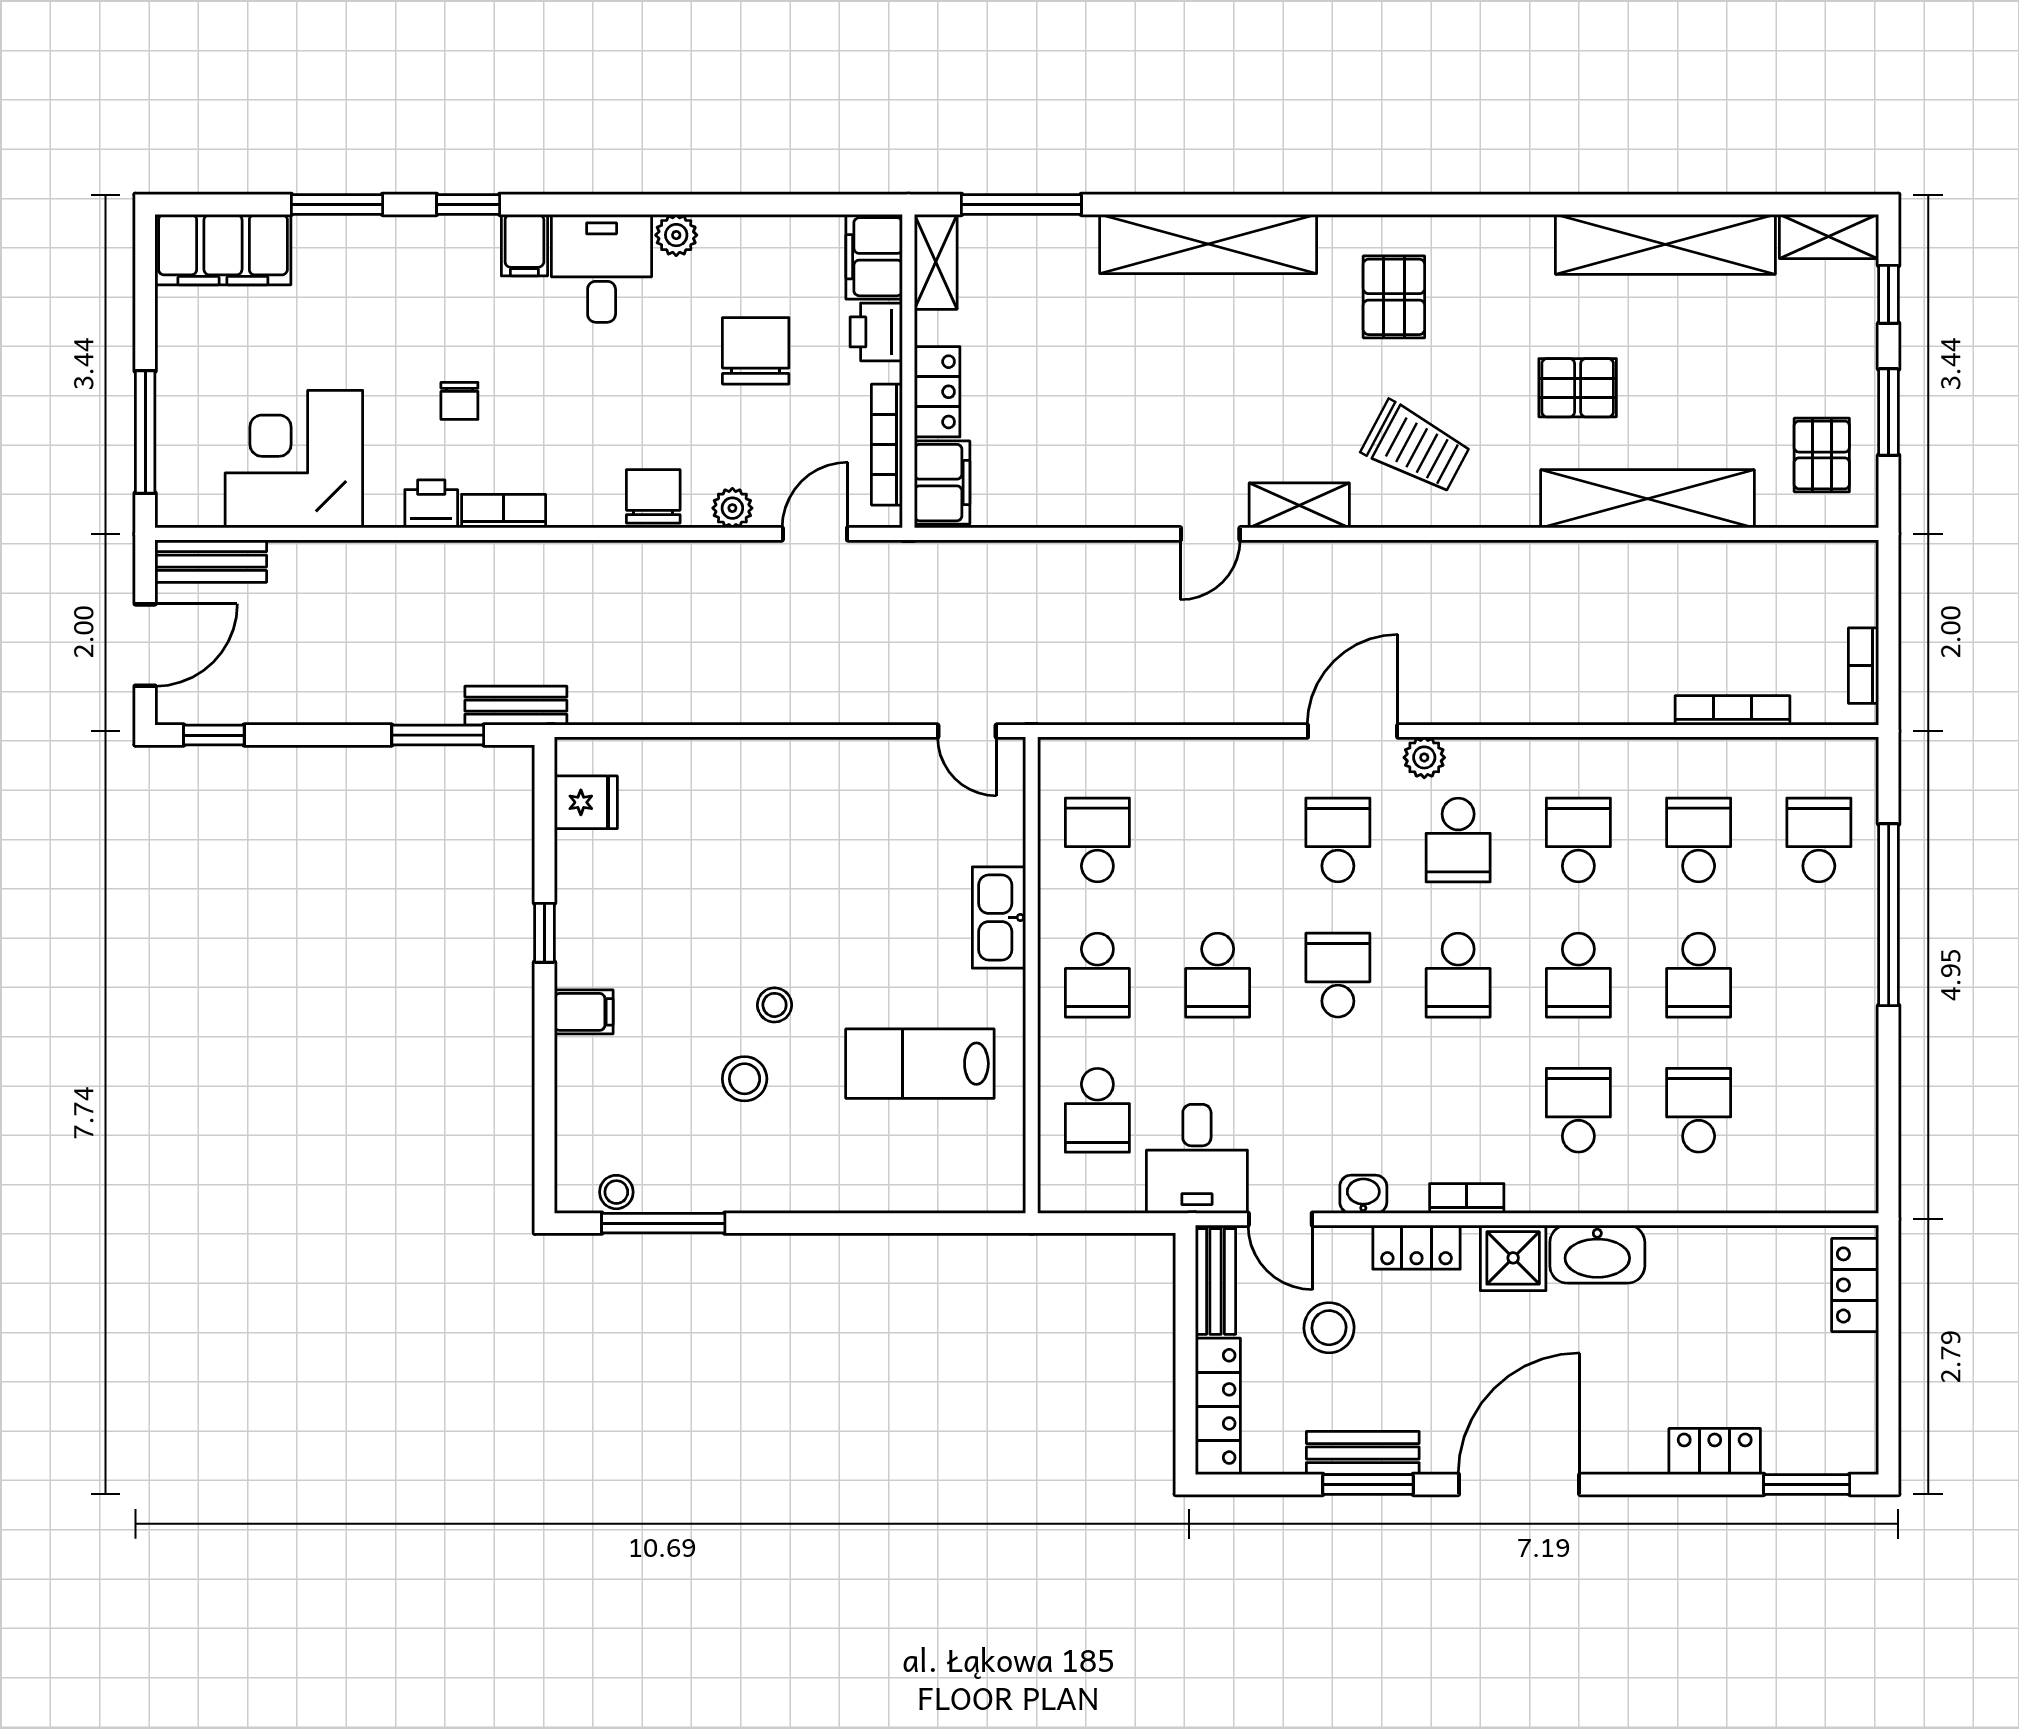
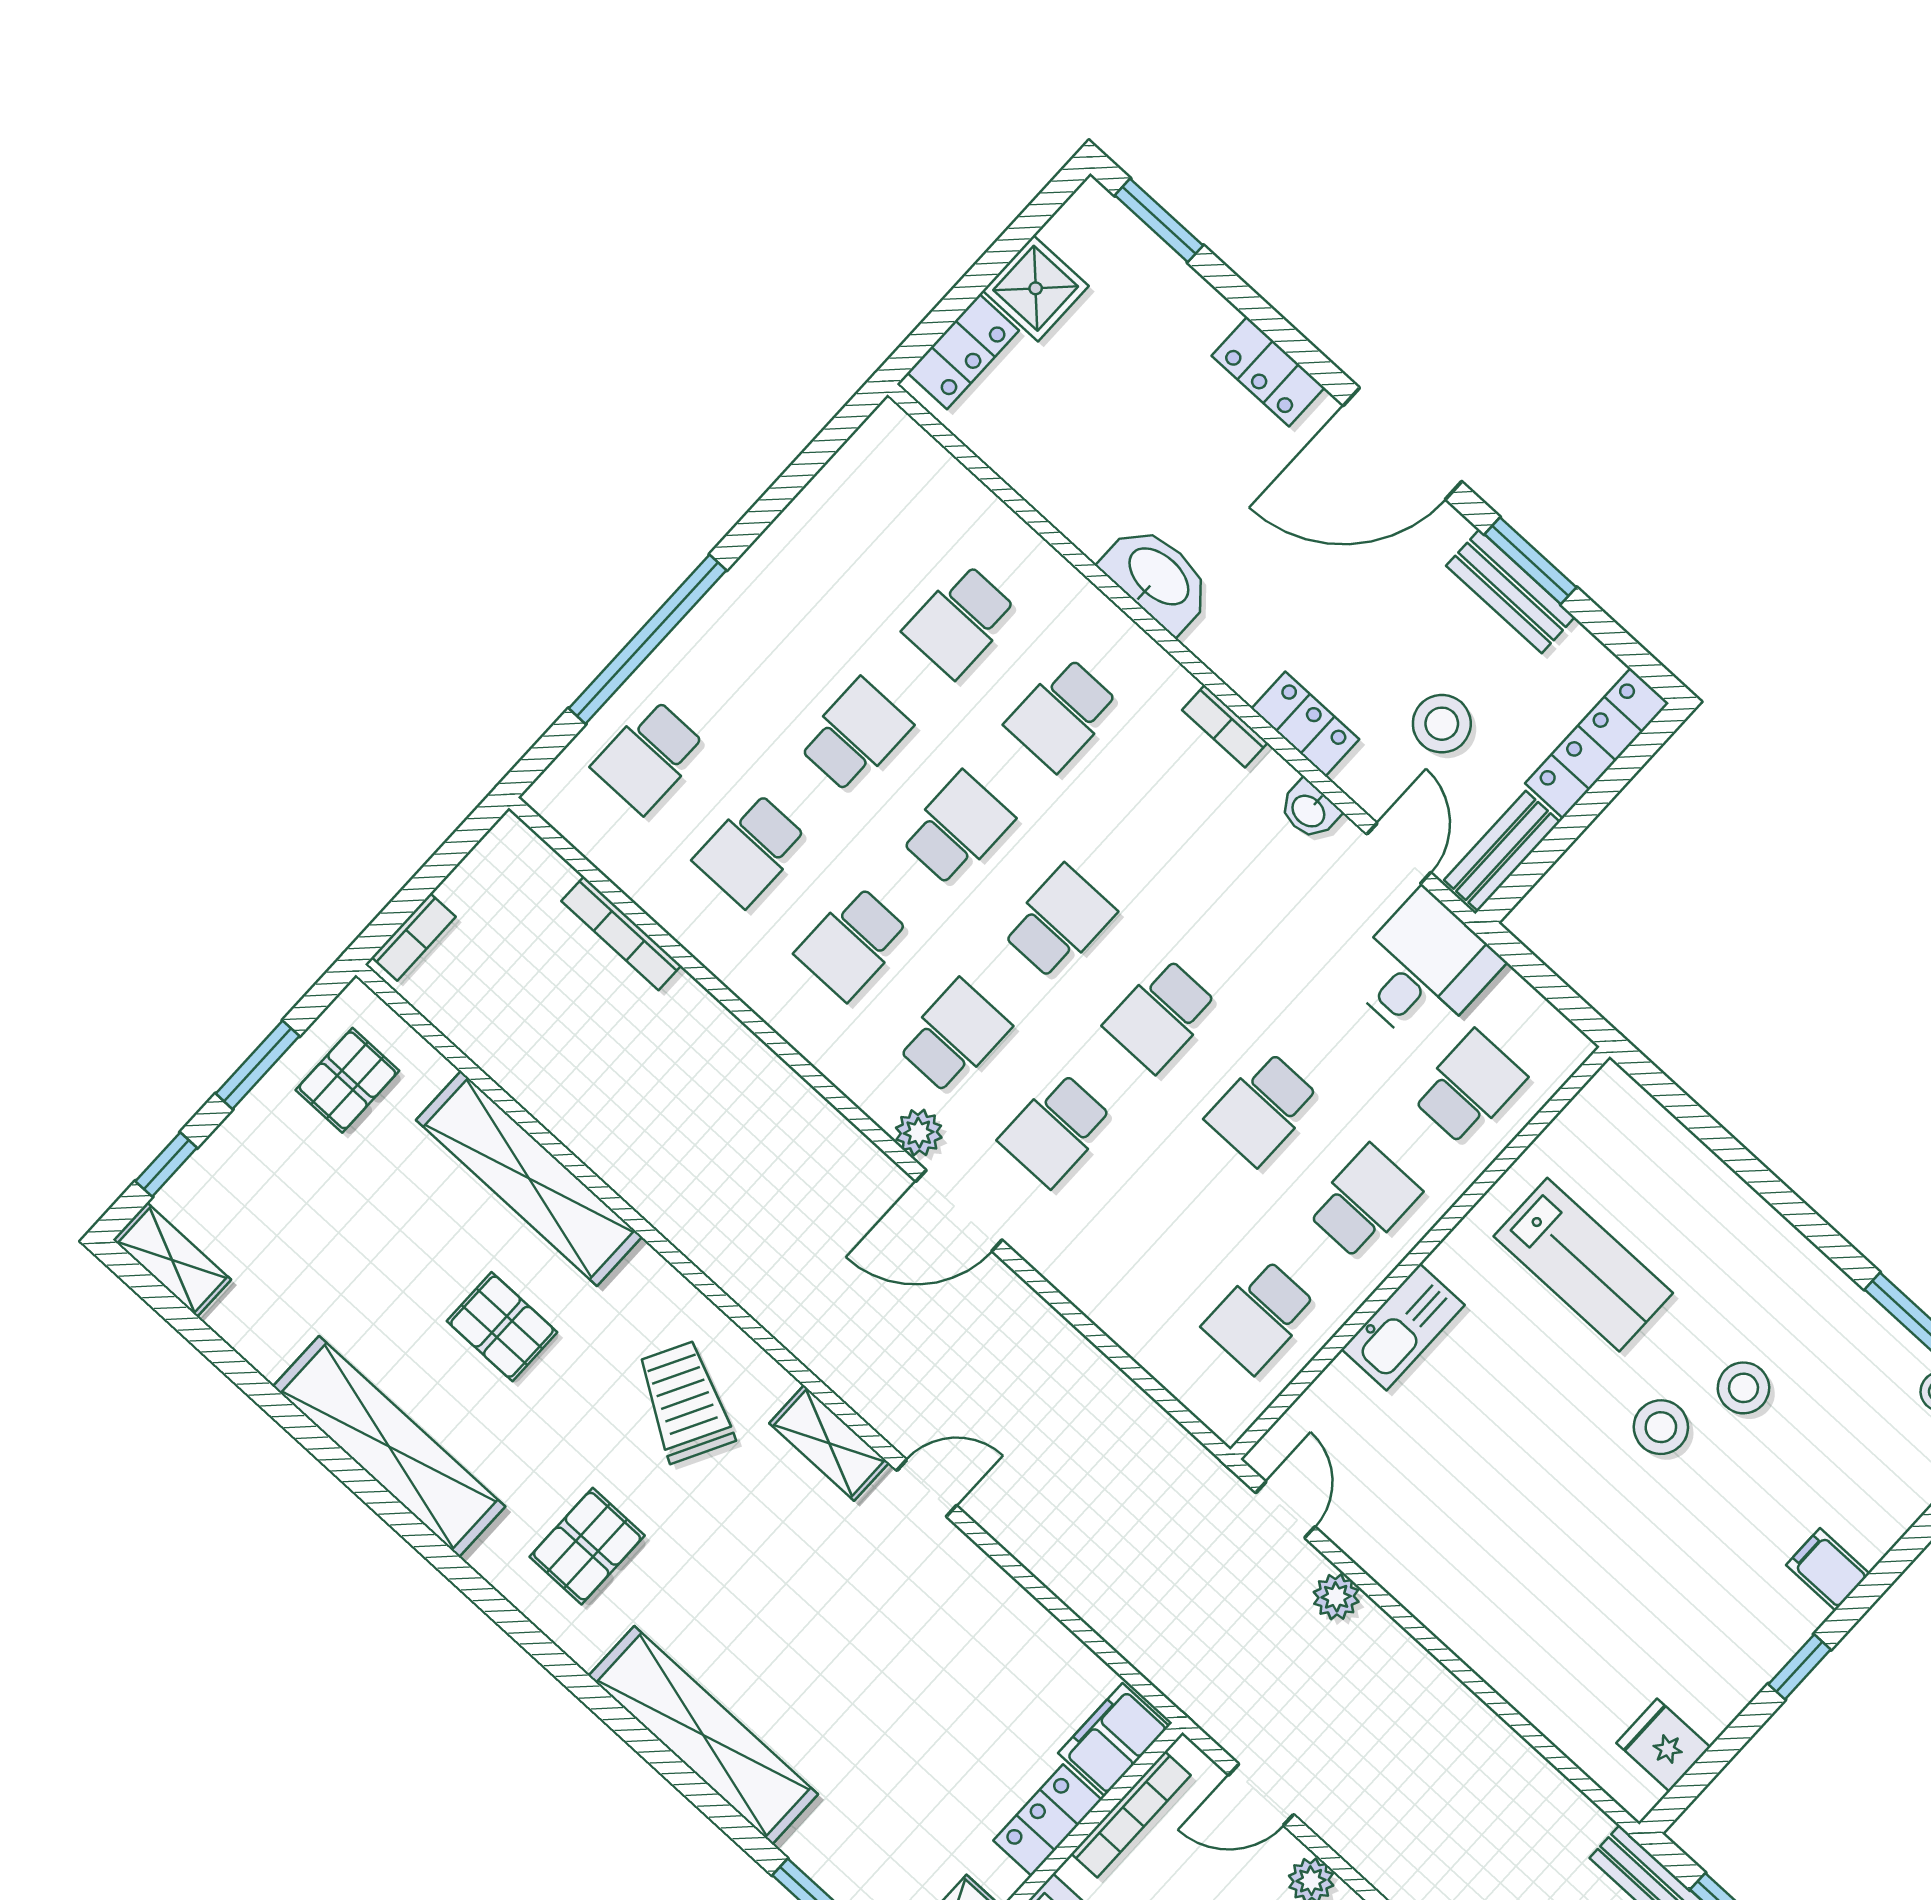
shelving: (1665, 244) -> (389, 1447), moved
bookcase: (1864, 666) -> (414, 937), moved
plant: (883, 705) -> (1336, 1597), added
school desk: (1218, 975) -> (1263, 1109), turned 180
stool: (775, 1005) -> (1661, 1427), width x1.37, depth x1.37
shower: (1513, 1258) -> (1036, 288), moved
locker: (1715, 1451) -> (1268, 372), moved

